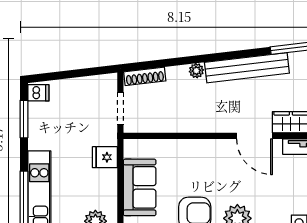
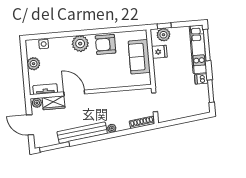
dishwasher: (38, 93) -> (201, 79), moved
fridge: (105, 157) -> (159, 52), moved

